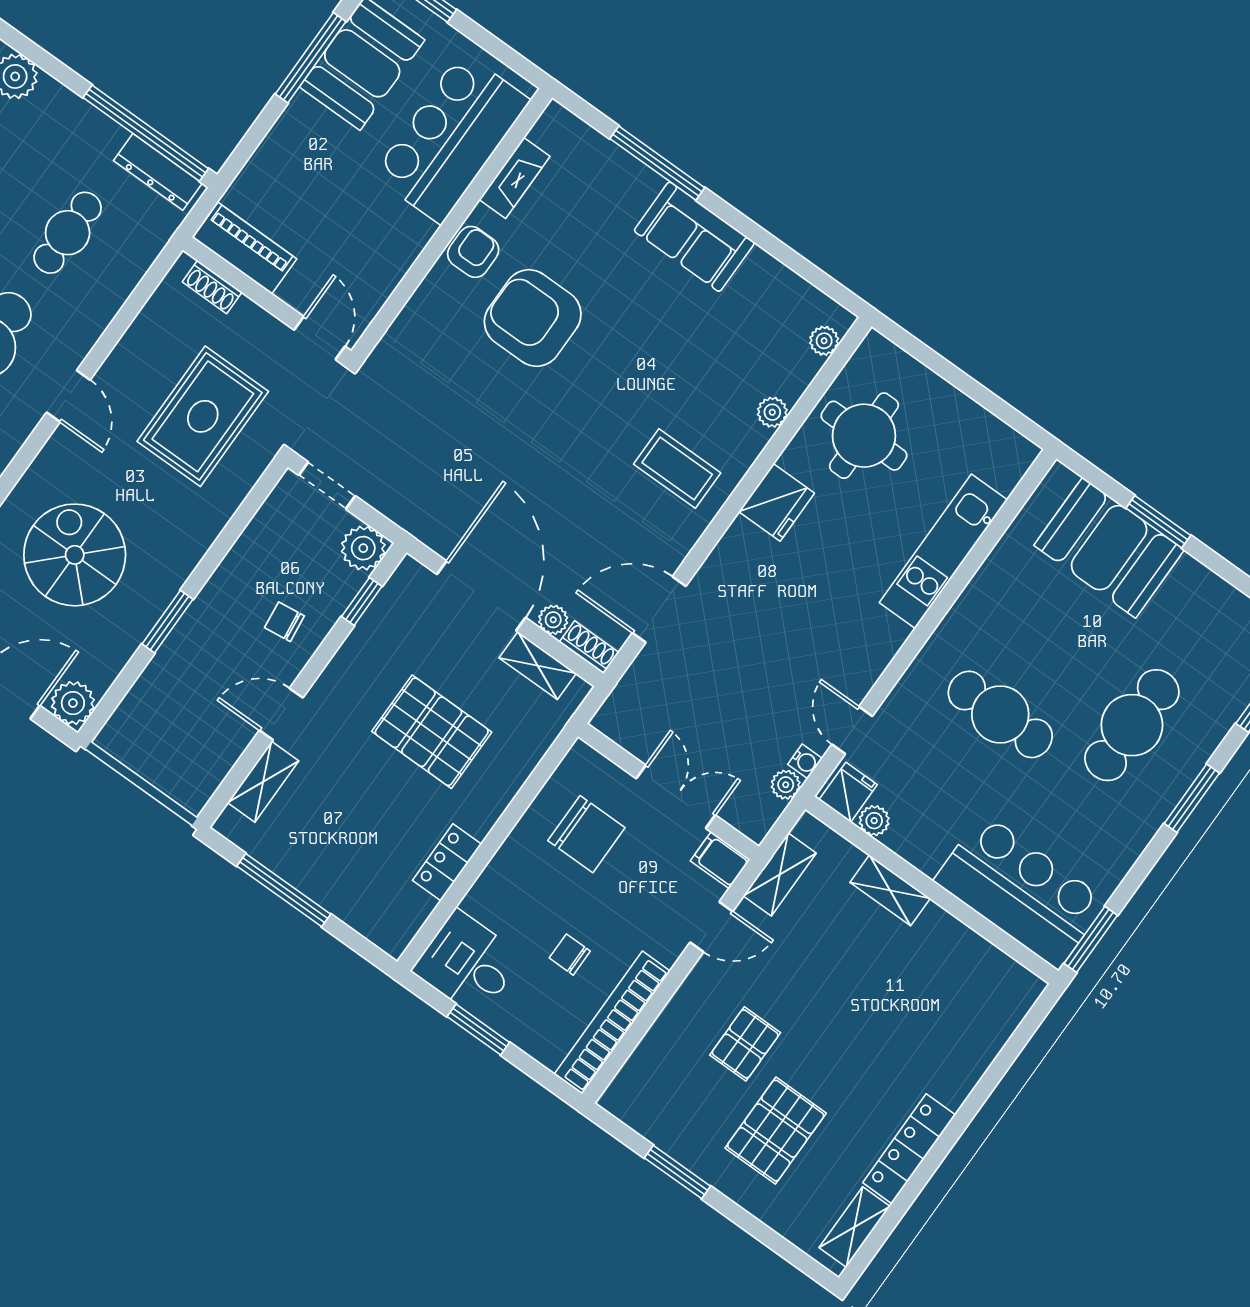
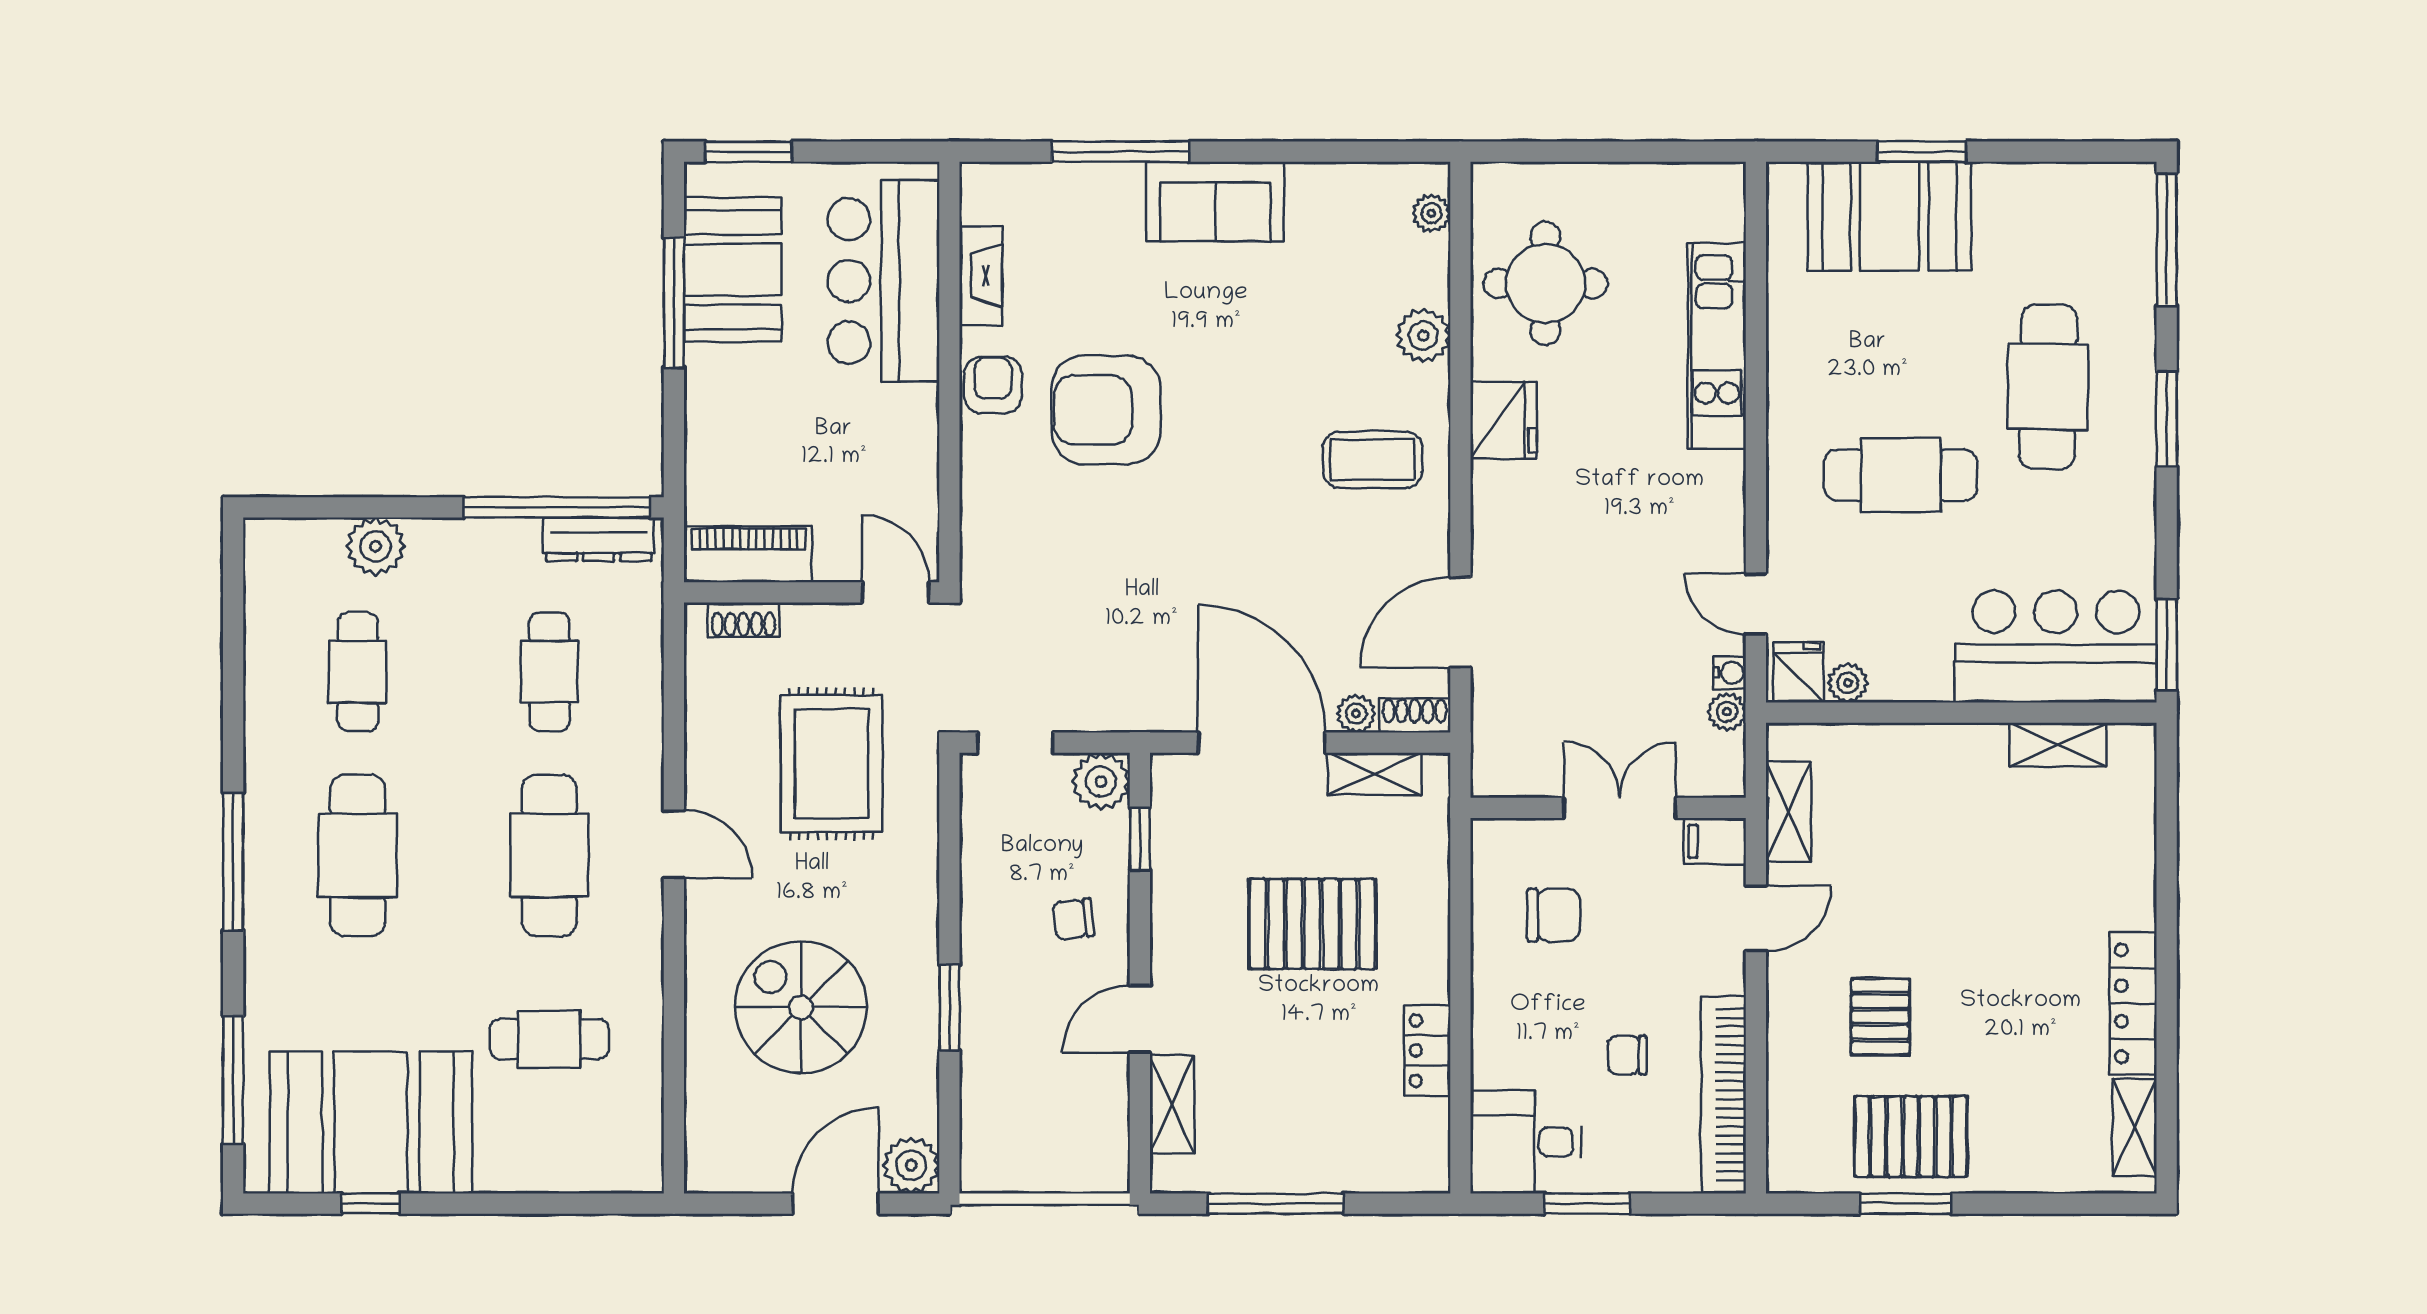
plant: (772, 412) -> (1423, 335), width x1.38, depth x1.38
chair: (586, 834) -> (1554, 915), width x0.73, depth x0.73
shelving: (890, 890) -> (2058, 745), moved
pallet: (776, 1131) -> (1911, 1137), moved, turned 90

